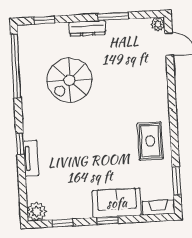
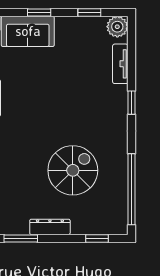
tv unit: (31, 158) -> (120, 64), moved

